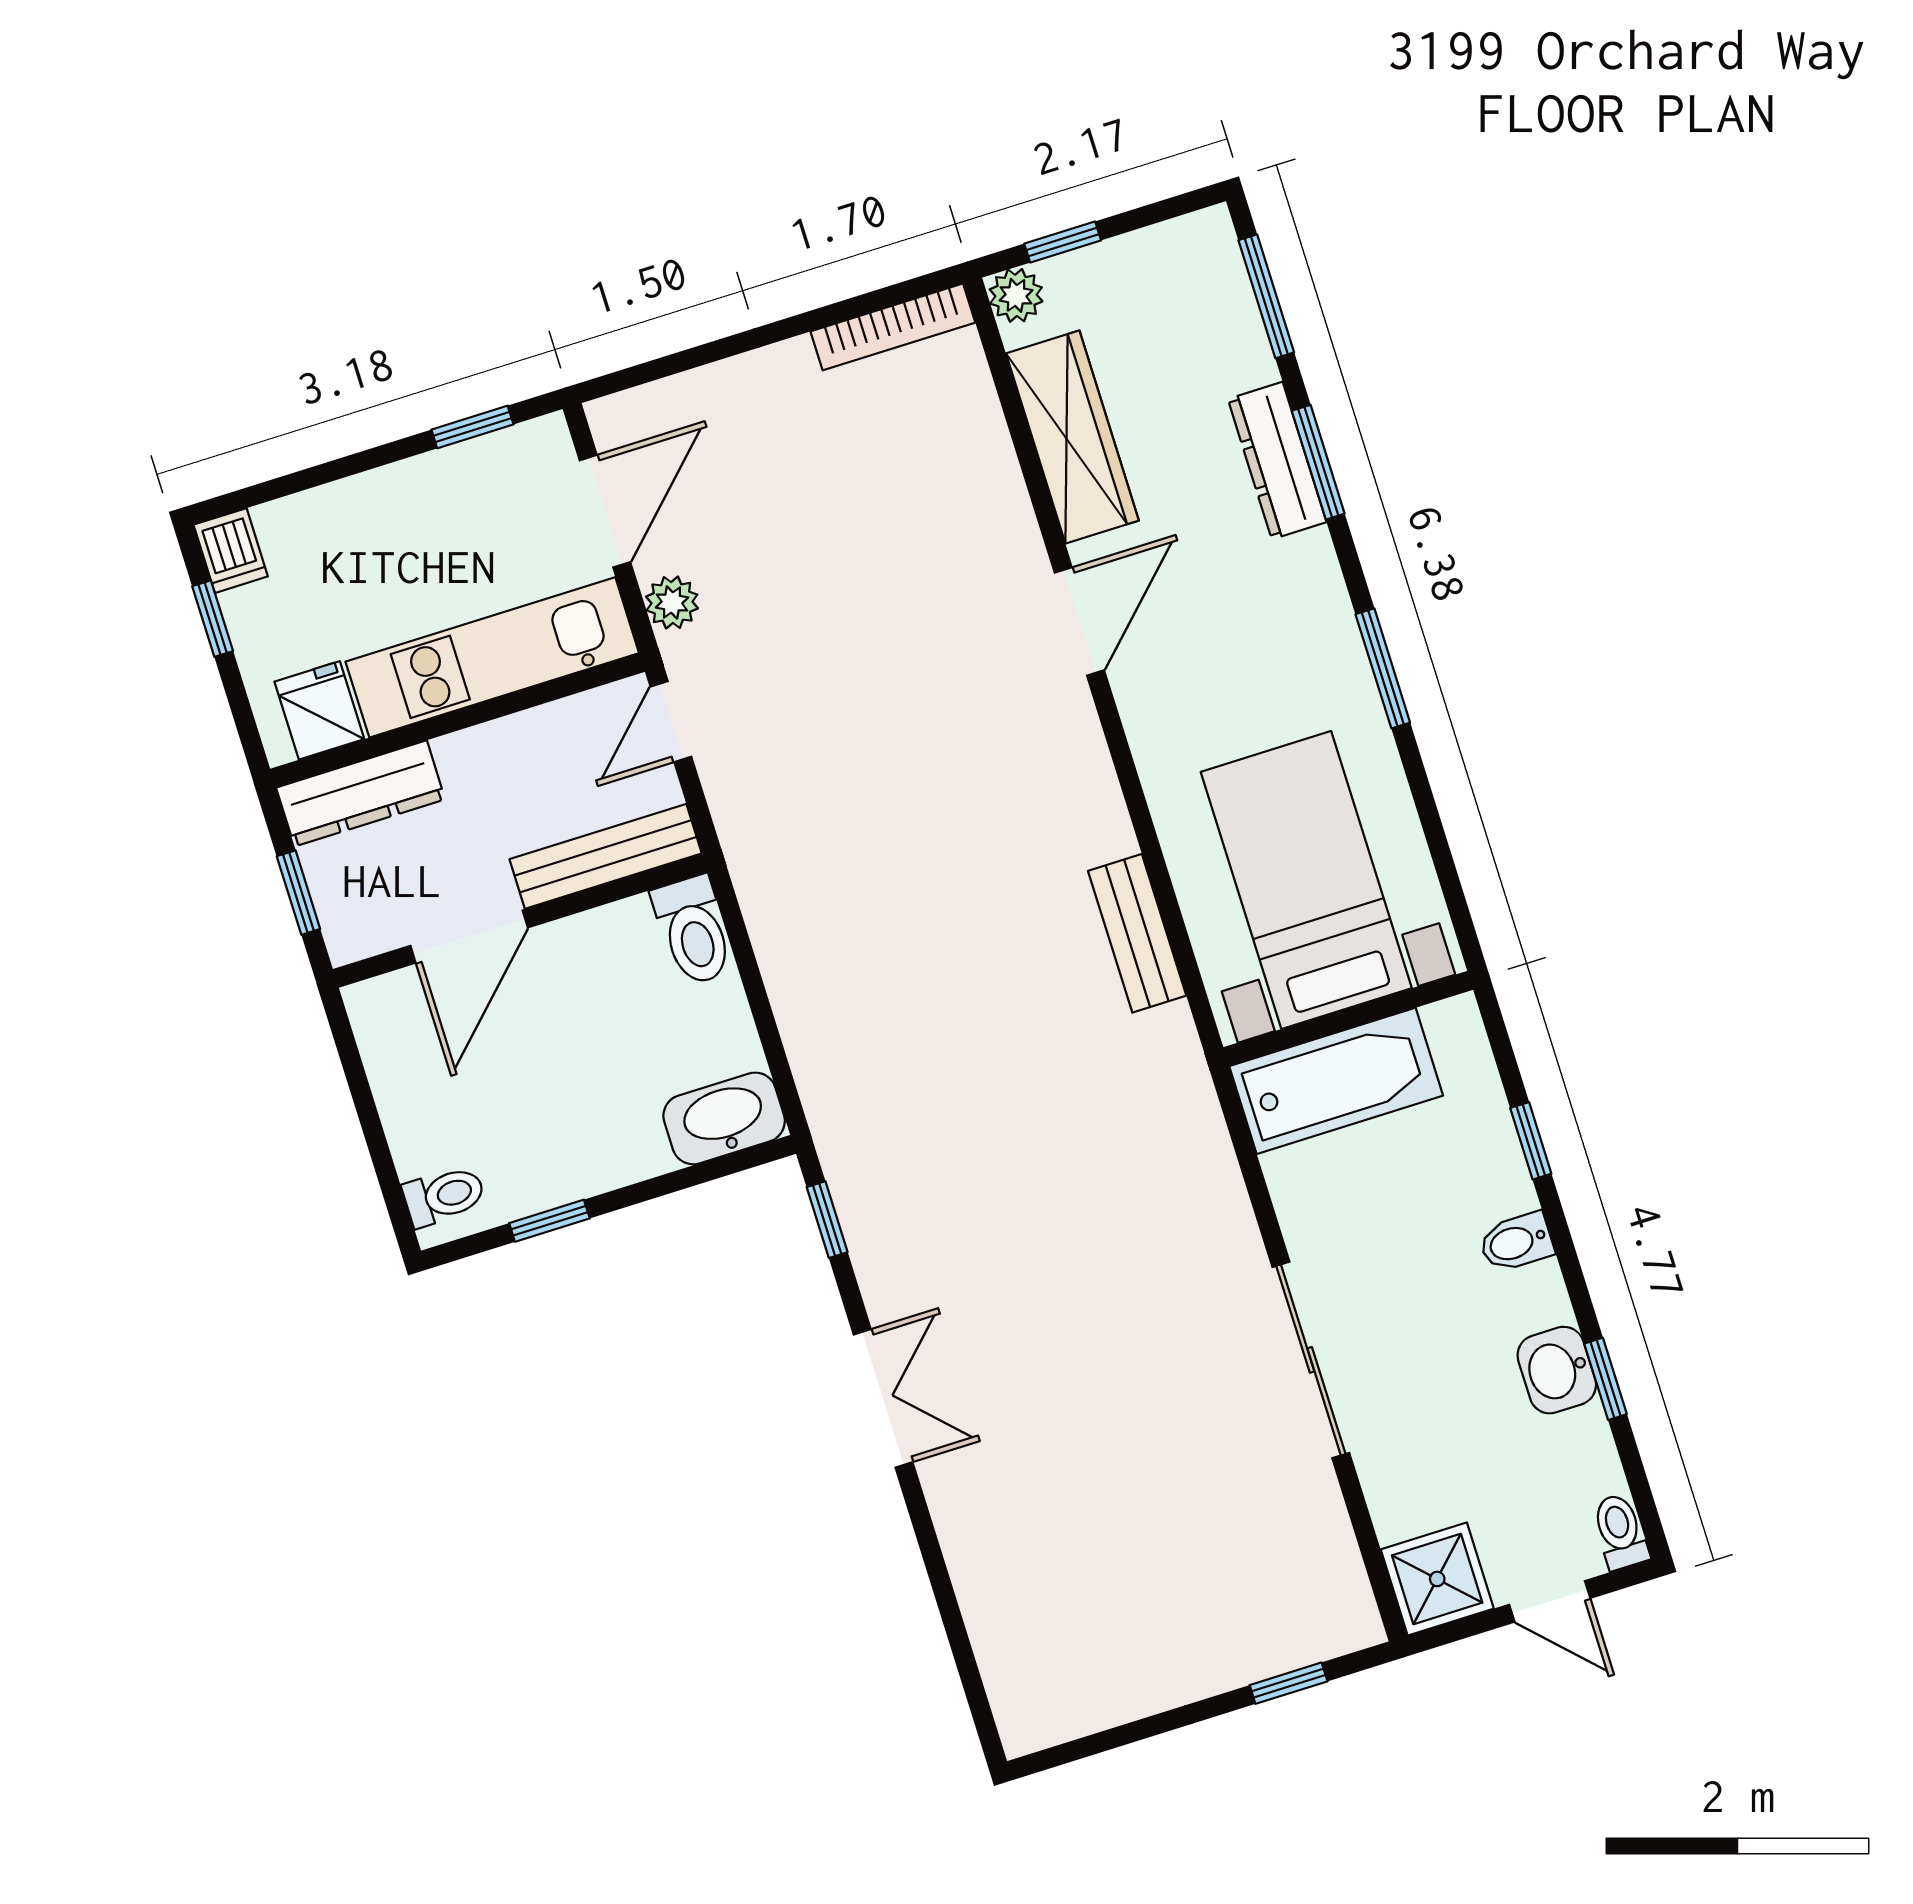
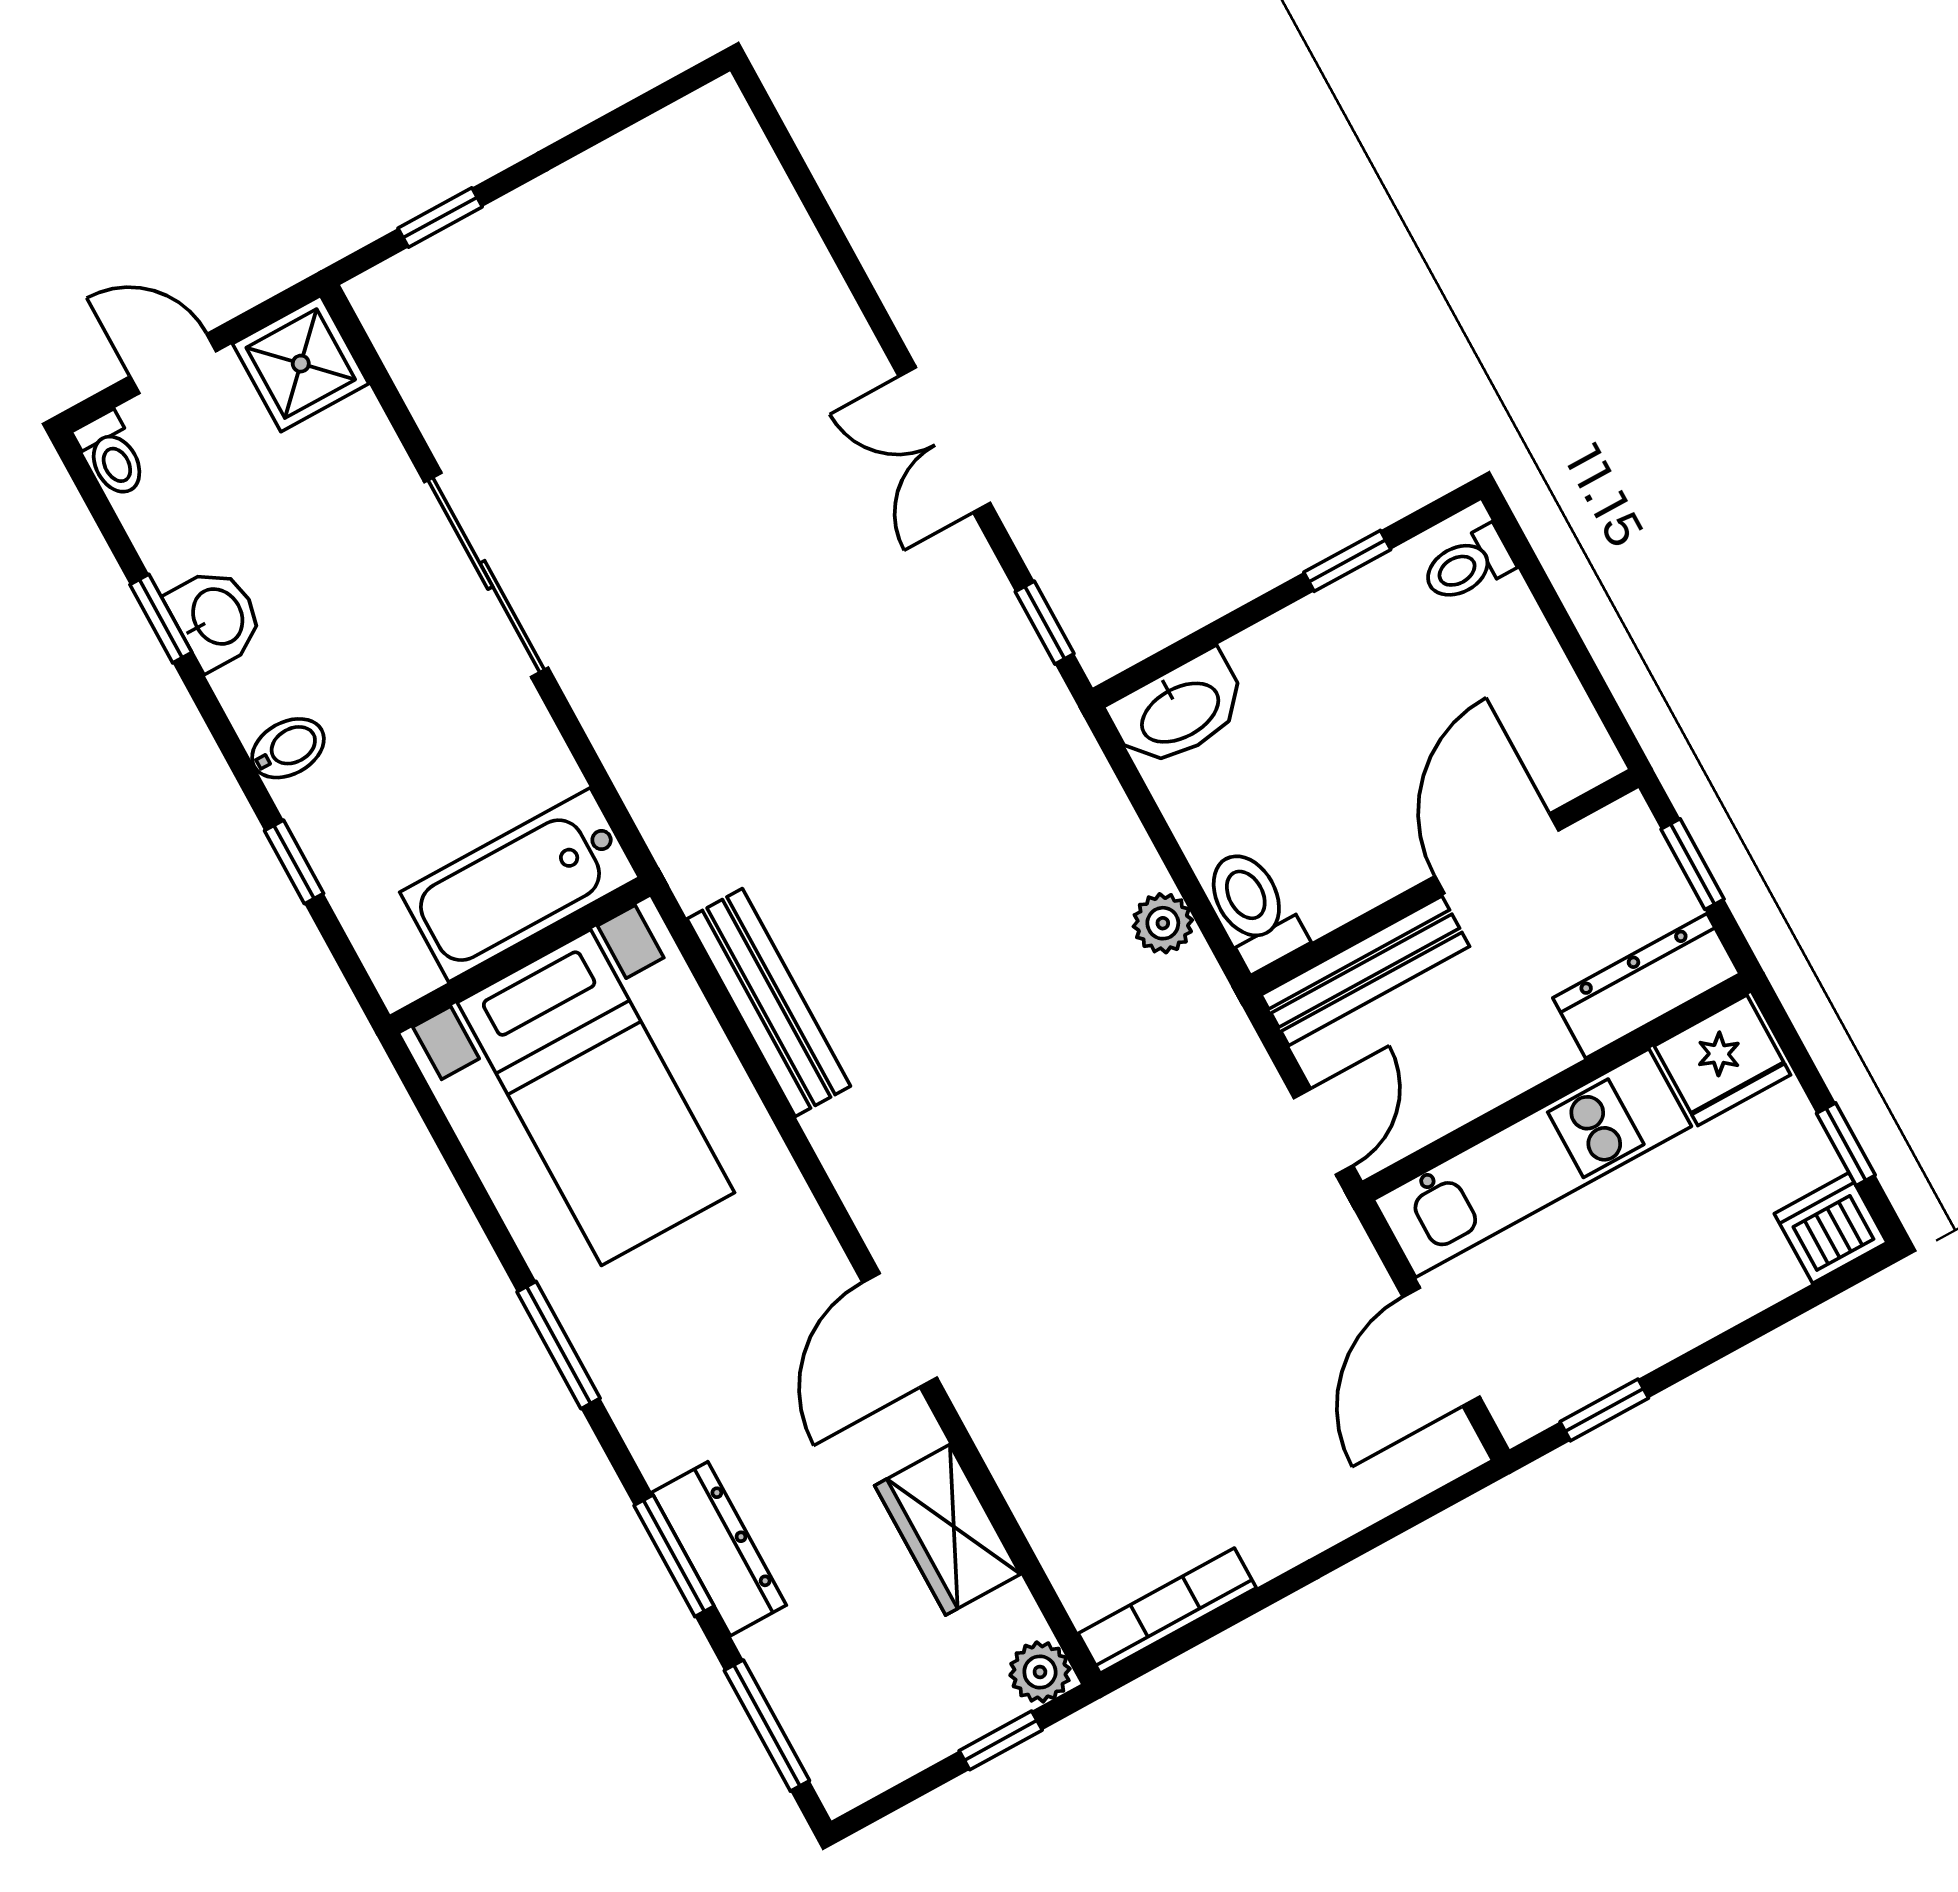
wardrobe: (1072, 437) -> (948, 1530), width x0.67
dishwasher: (231, 551) -> (1831, 1228), width x1.38
plant: (672, 603) -> (1163, 923), moved
fridge: (319, 710) -> (1722, 1060), width x1.38
bench: (1137, 933) -> (769, 1003), width x1.36

